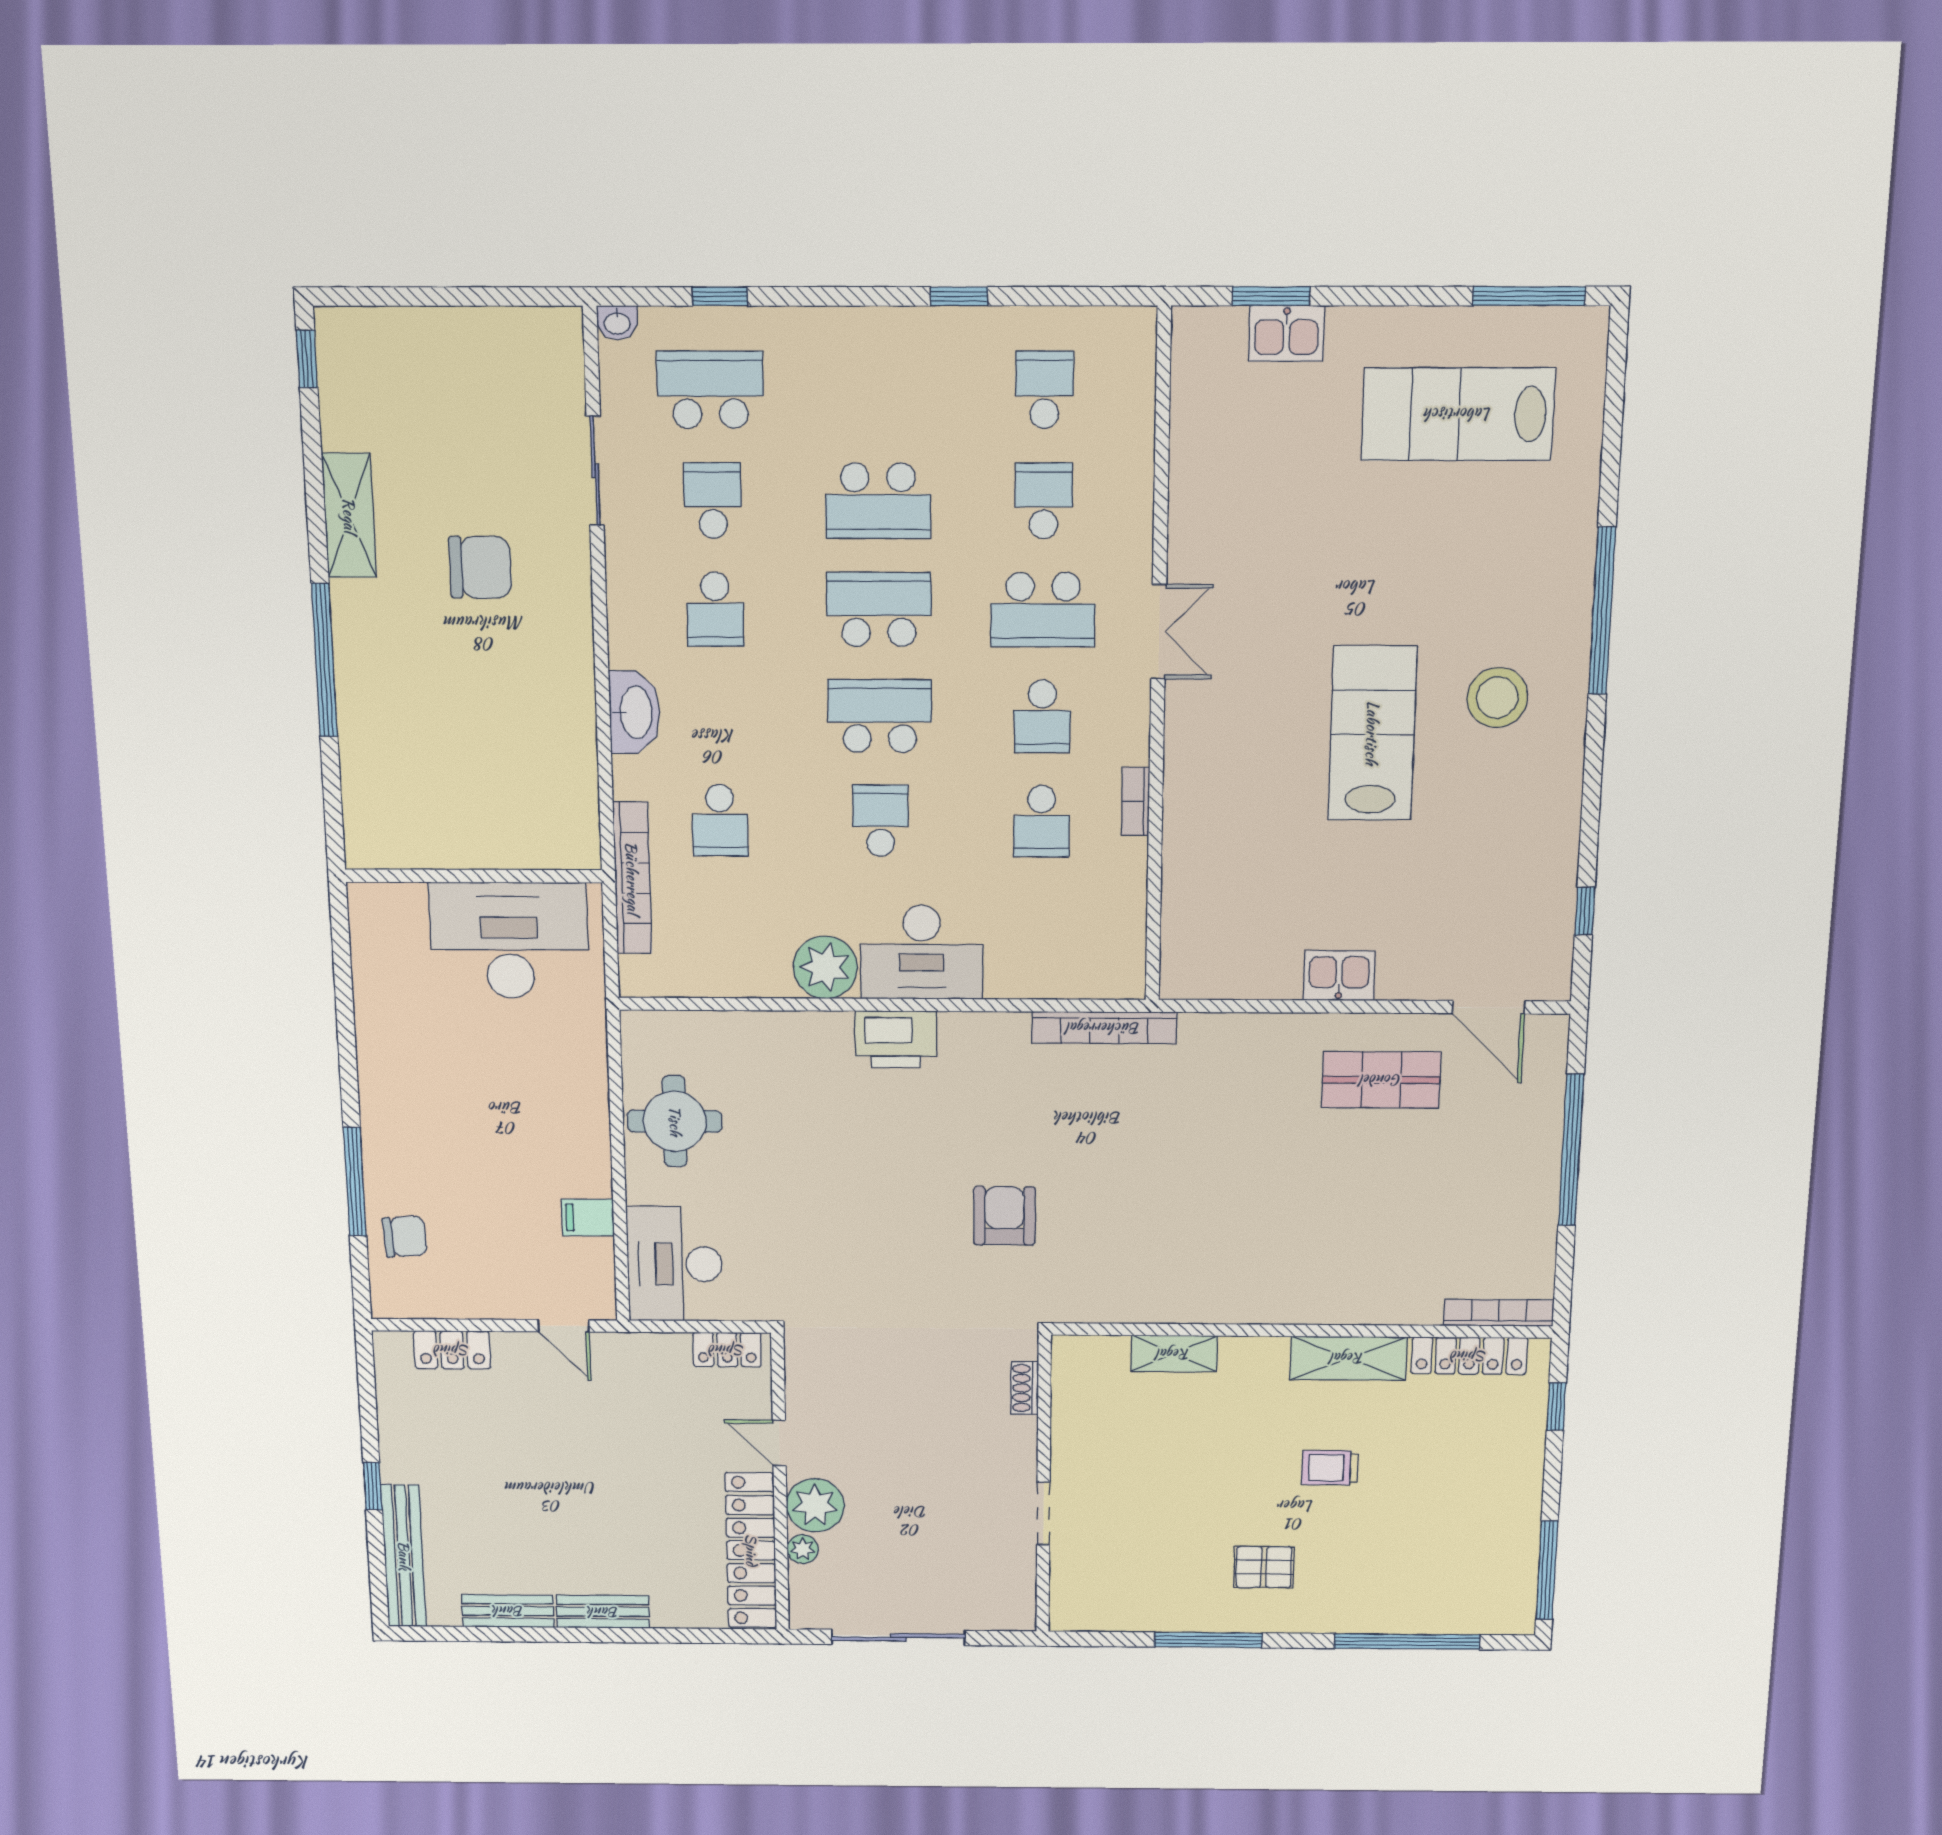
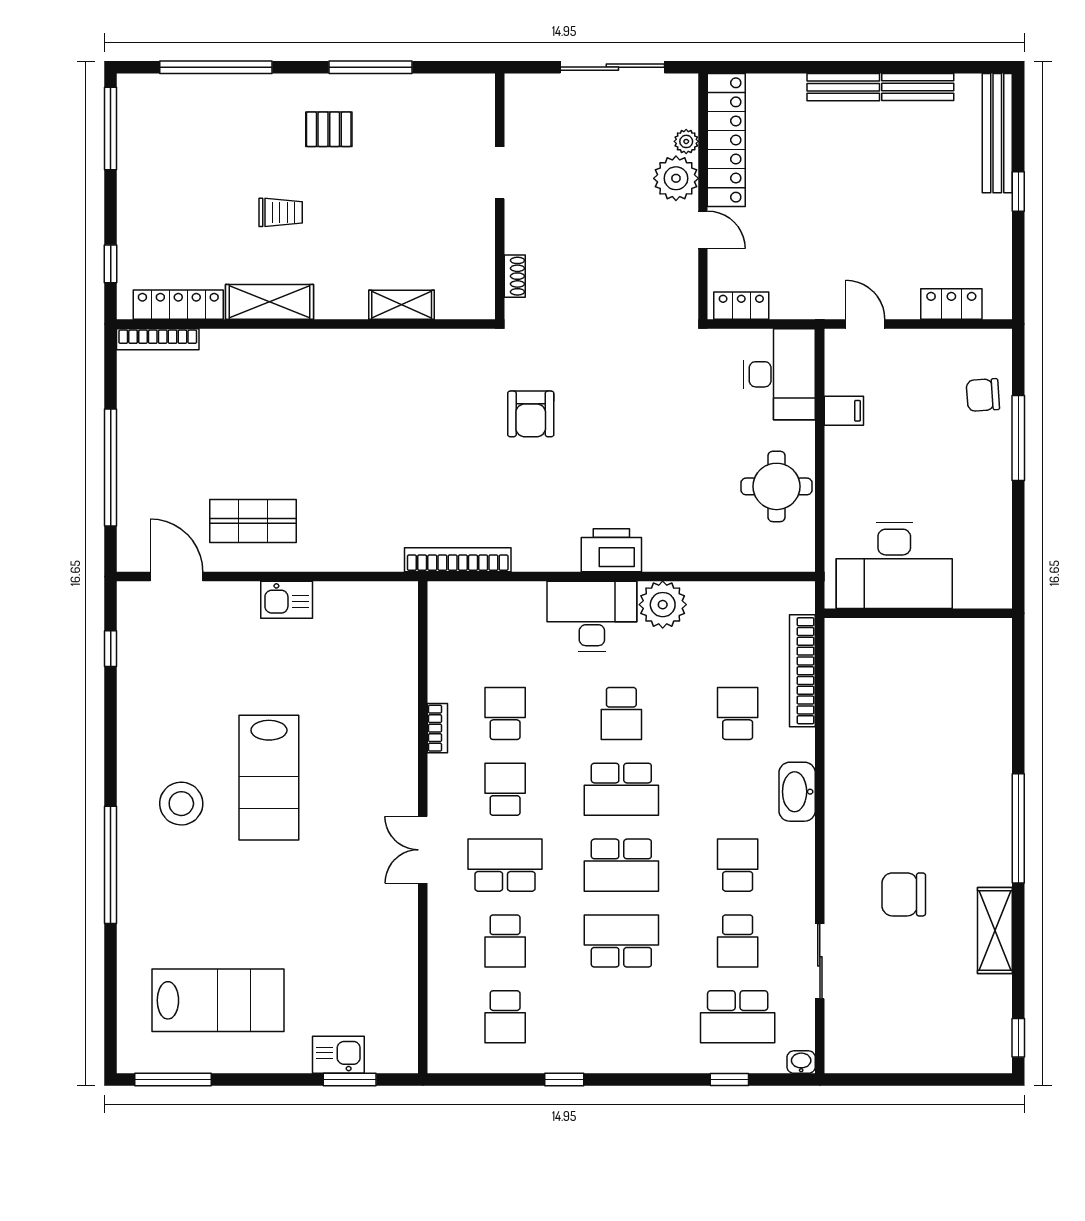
wall: (474, 876) -> (918, 613), moved
desk: (509, 940) -> (894, 565), moved

